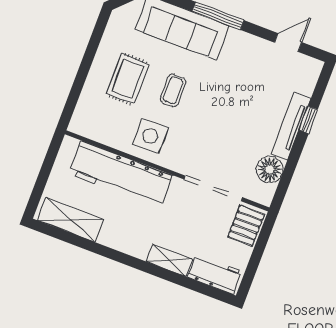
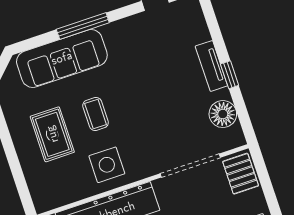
window: (308, 120) -> (230, 75), moved
tv unit: (291, 126) -> (211, 66), width x0.71

